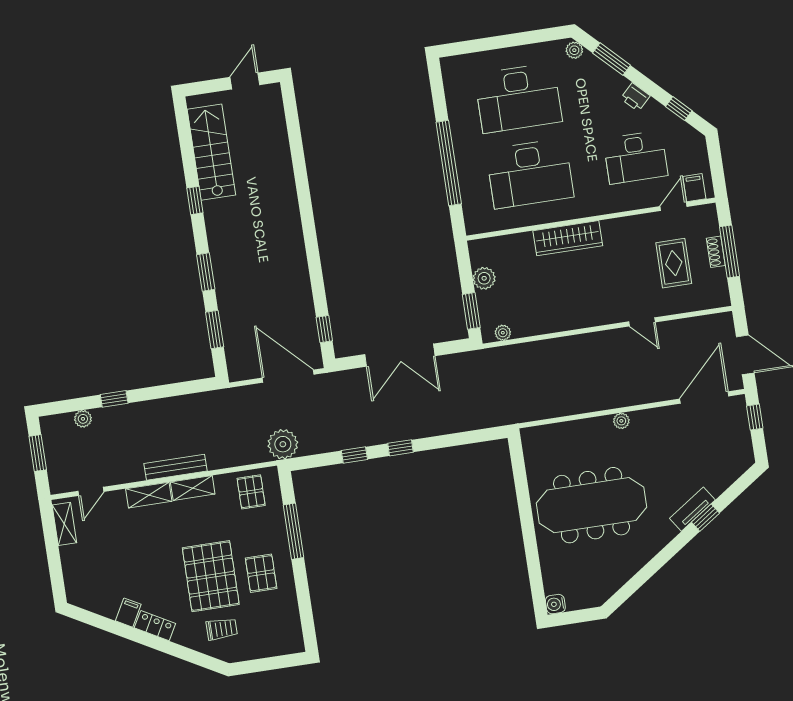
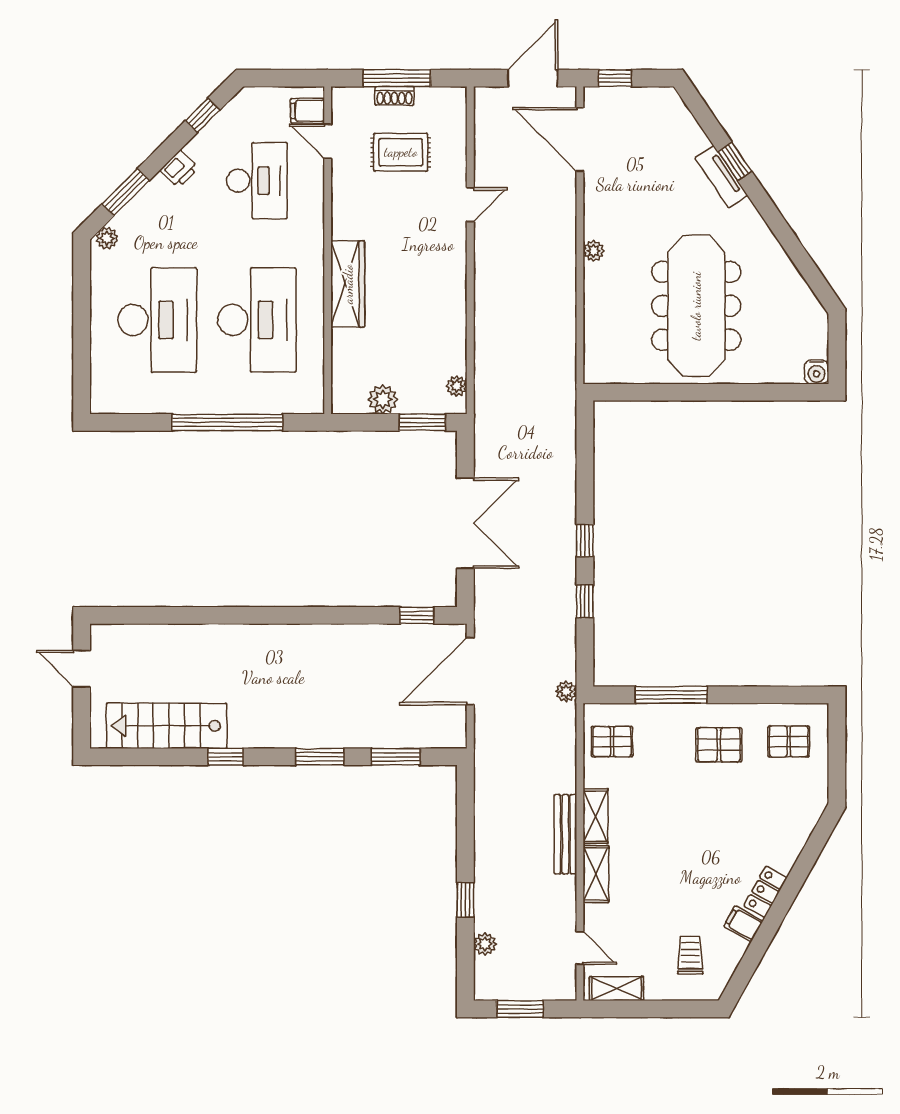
plant: (283, 444) -> (566, 691), width x0.53, depth x0.53
pallet: (211, 576) -> (789, 741), moved, width x0.49, depth x0.50
trolley: (222, 629) -> (690, 955), moved

